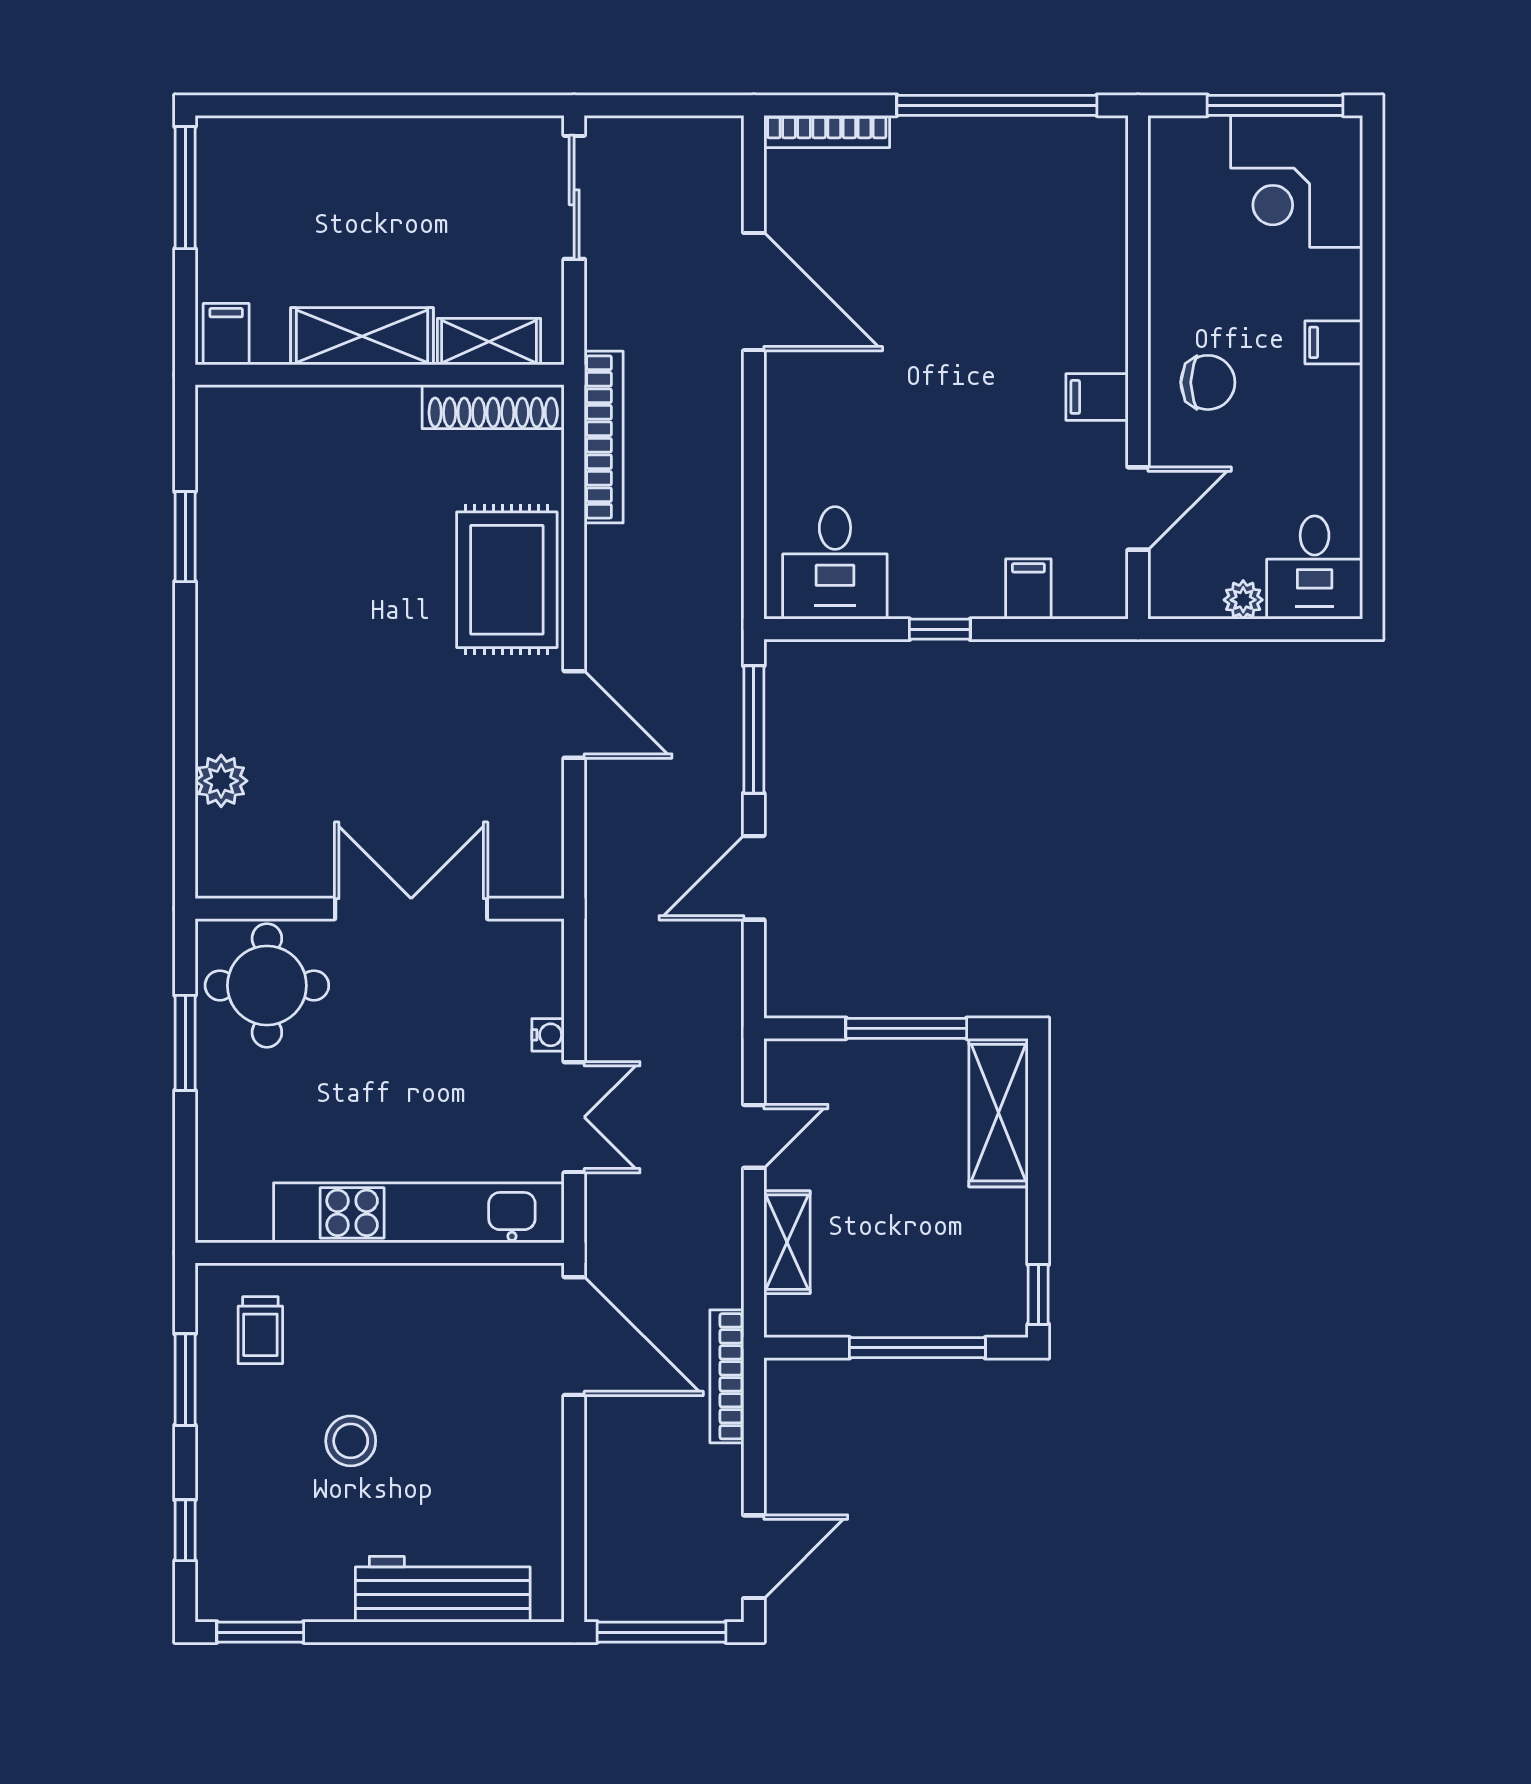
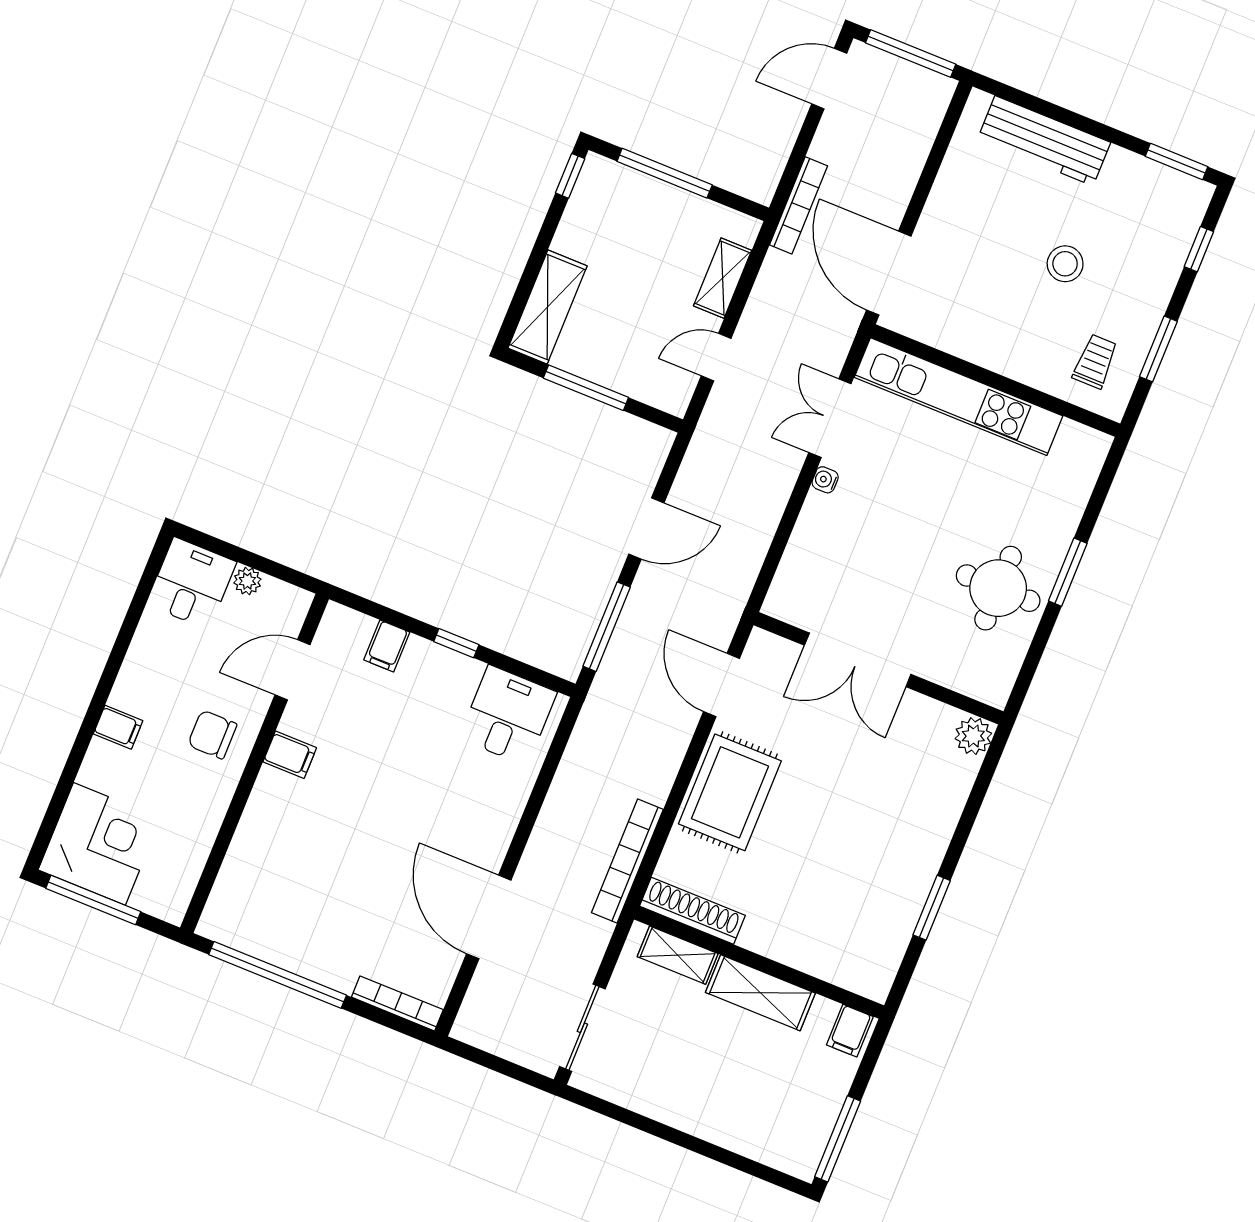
wall: (380, 909) -> (879, 668), moved
double door: (411, 909) -> (858, 660), moved

